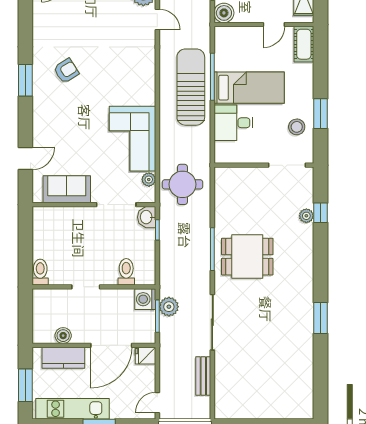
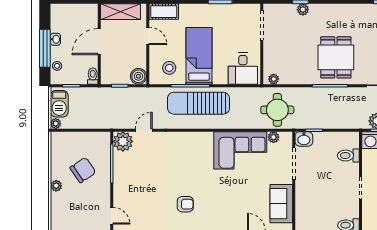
armchair: (66, 71) -> (185, 204), turned 122
desk: (233, 123) -> (243, 69), moved
stool: (297, 127) -> (169, 68), moved
plant: (221, 180) -> (274, 79), added

